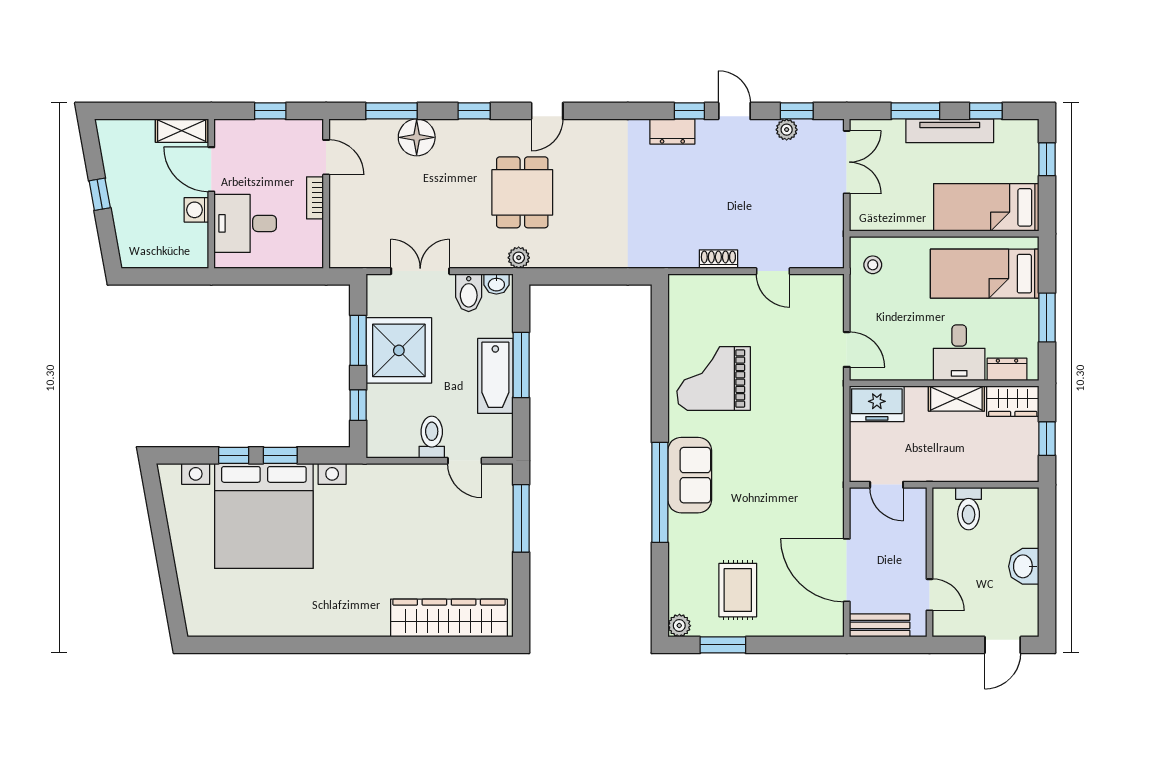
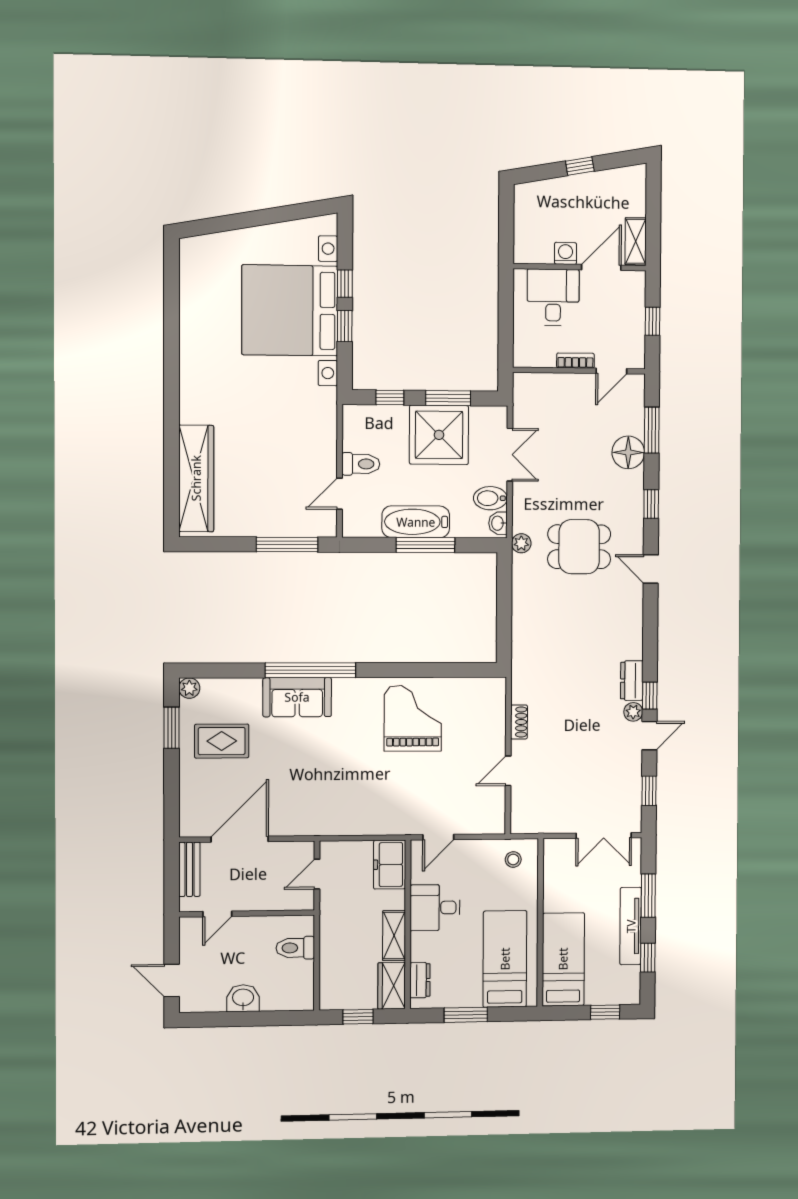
plant: (787, 130) -> (633, 712), moved
desk: (959, 353) -> (435, 908), moved
sofa: (690, 475) -> (297, 697), moved

